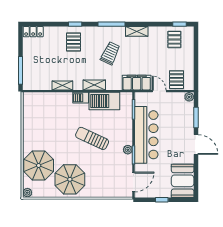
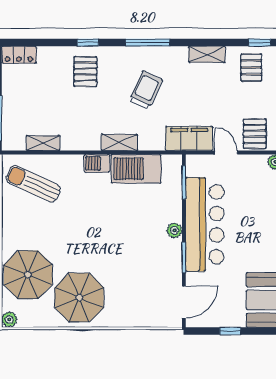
shelving: (137, 31) -> (207, 54), moved
shelving: (62, 85) -> (43, 143), moved
sun lounger: (92, 138) -> (33, 184), moved
plant: (128, 150) -> (174, 230), moved

